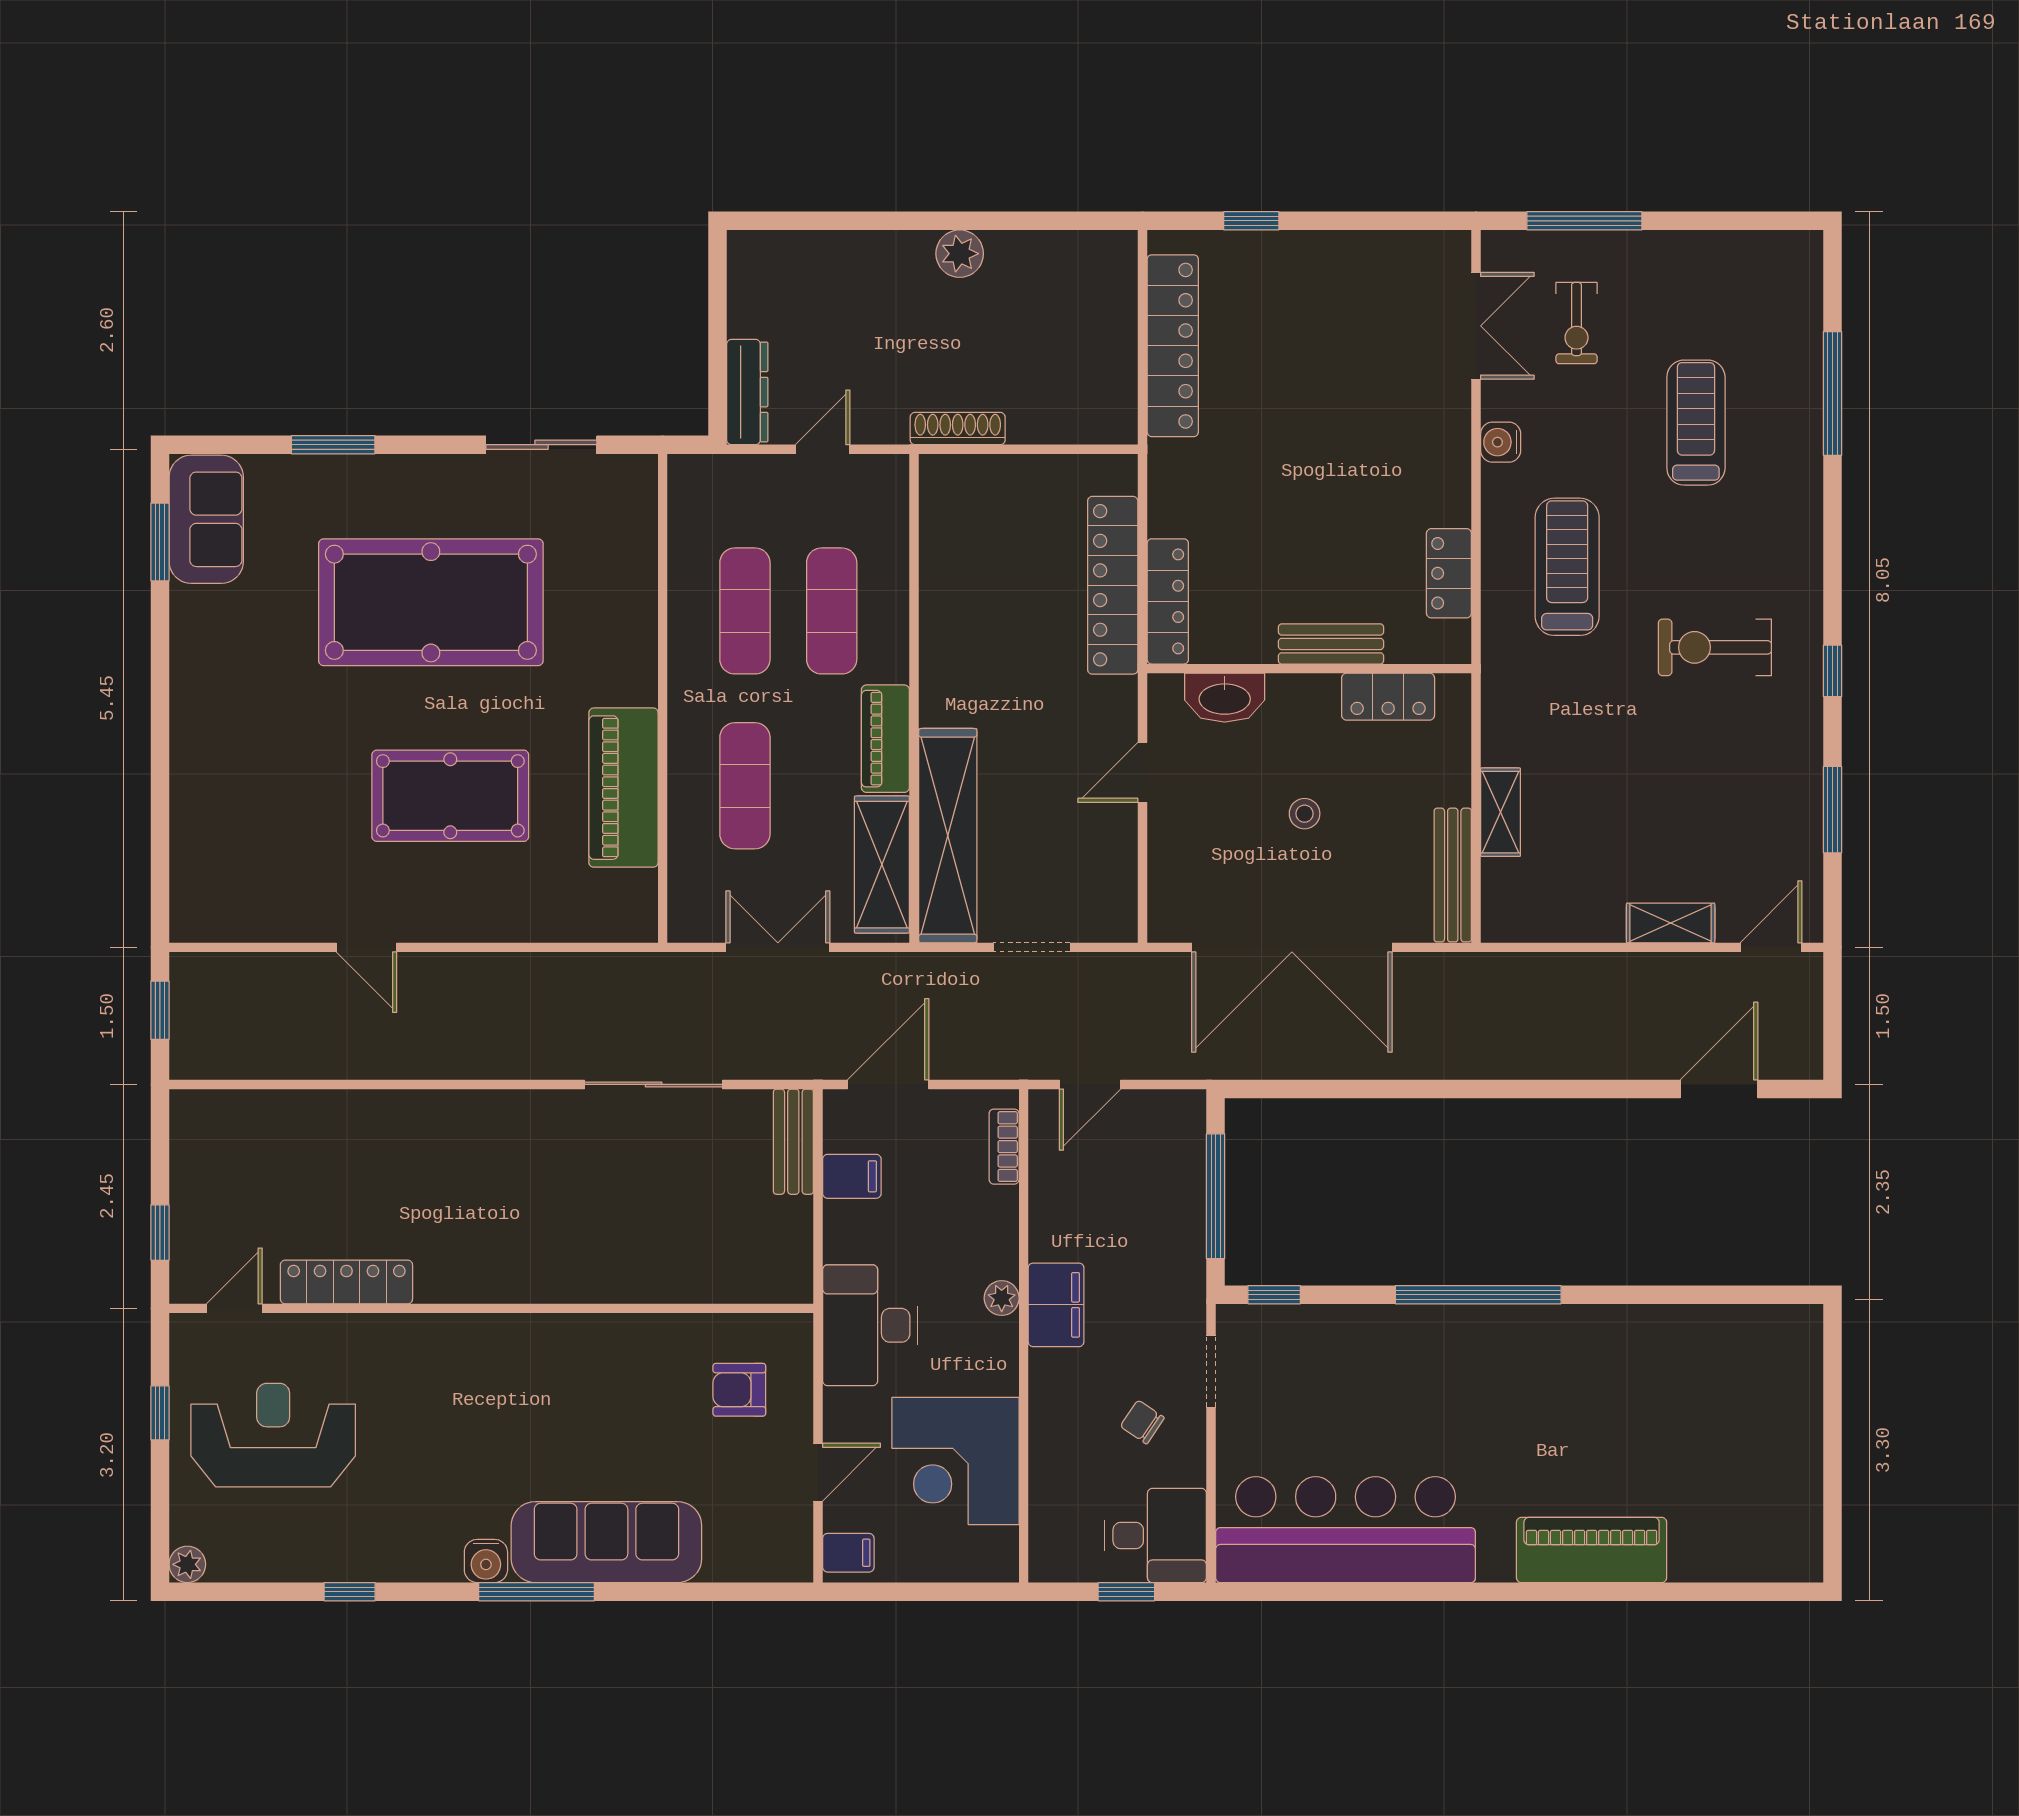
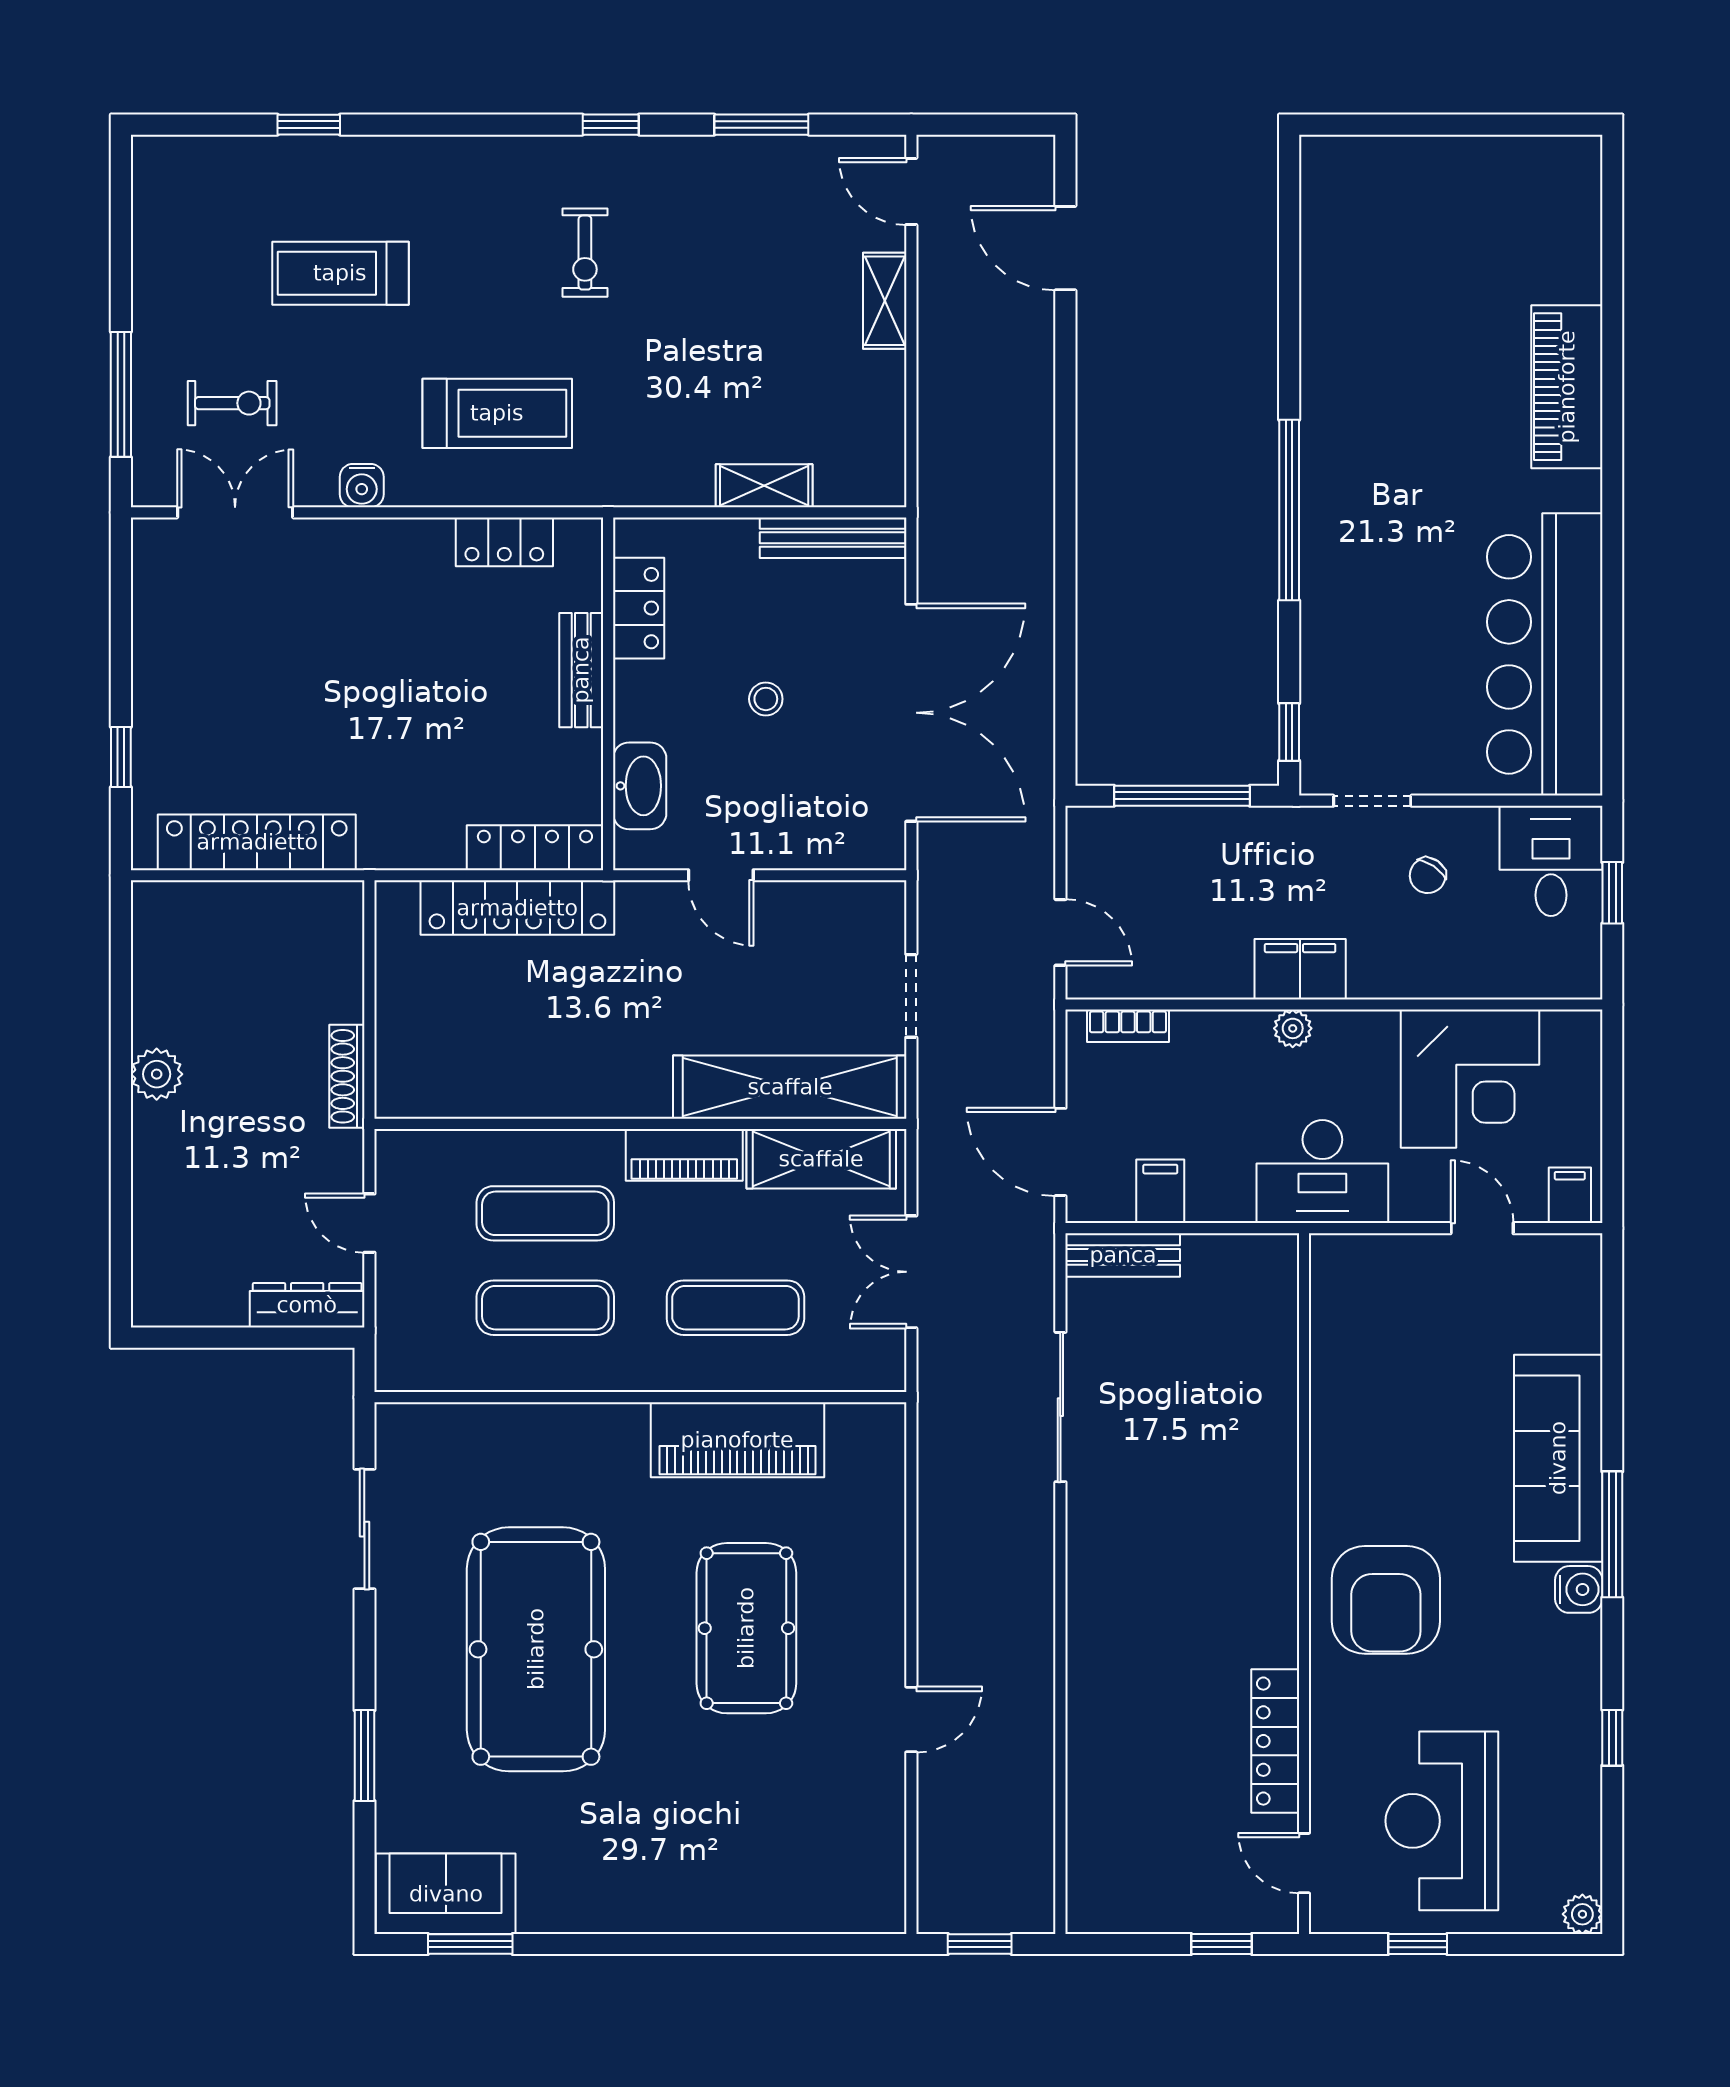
window: (1832, 393) -> (309, 125), width x0.46
treadmill: (1567, 567) -> (497, 413), turned 180
exercise bike: (1715, 647) -> (585, 253), width x0.73, depth x0.72
armchair: (739, 1390) -> (1386, 1600), moved, width x1.88, depth x1.88

